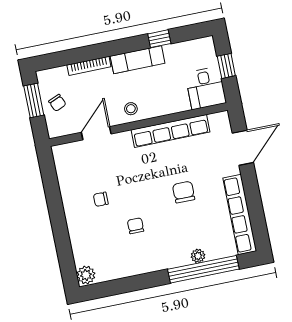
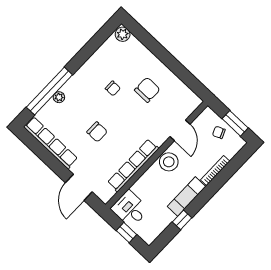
stool: (131, 109) -> (169, 162), width x1.89, depth x1.89
chair: (101, 199) -> (147, 90), width x1.87, depth x1.87

